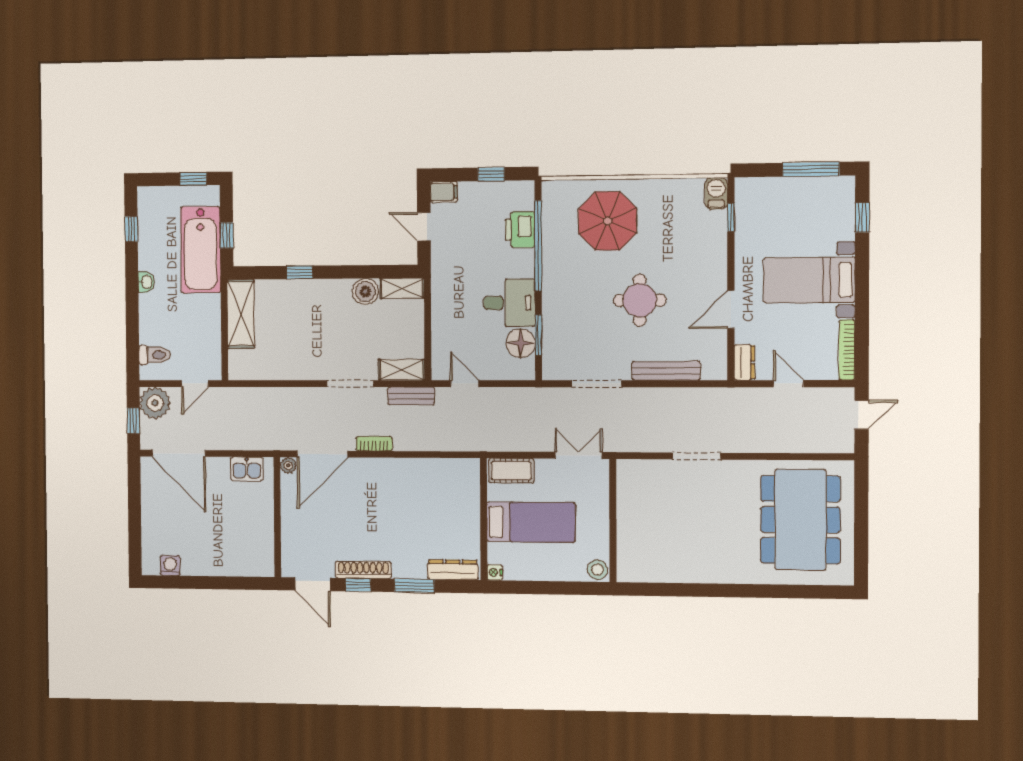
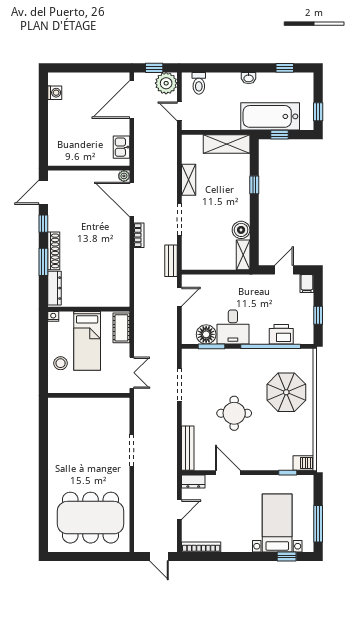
bed with nightstands: (809, 280) -> (277, 523), moved
shelving: (402, 370) -> (189, 180), moved
bench: (666, 371) -> (188, 448), moved
shoe rack: (363, 570) -> (54, 251), moved
stool: (597, 570) -> (61, 363), moved

